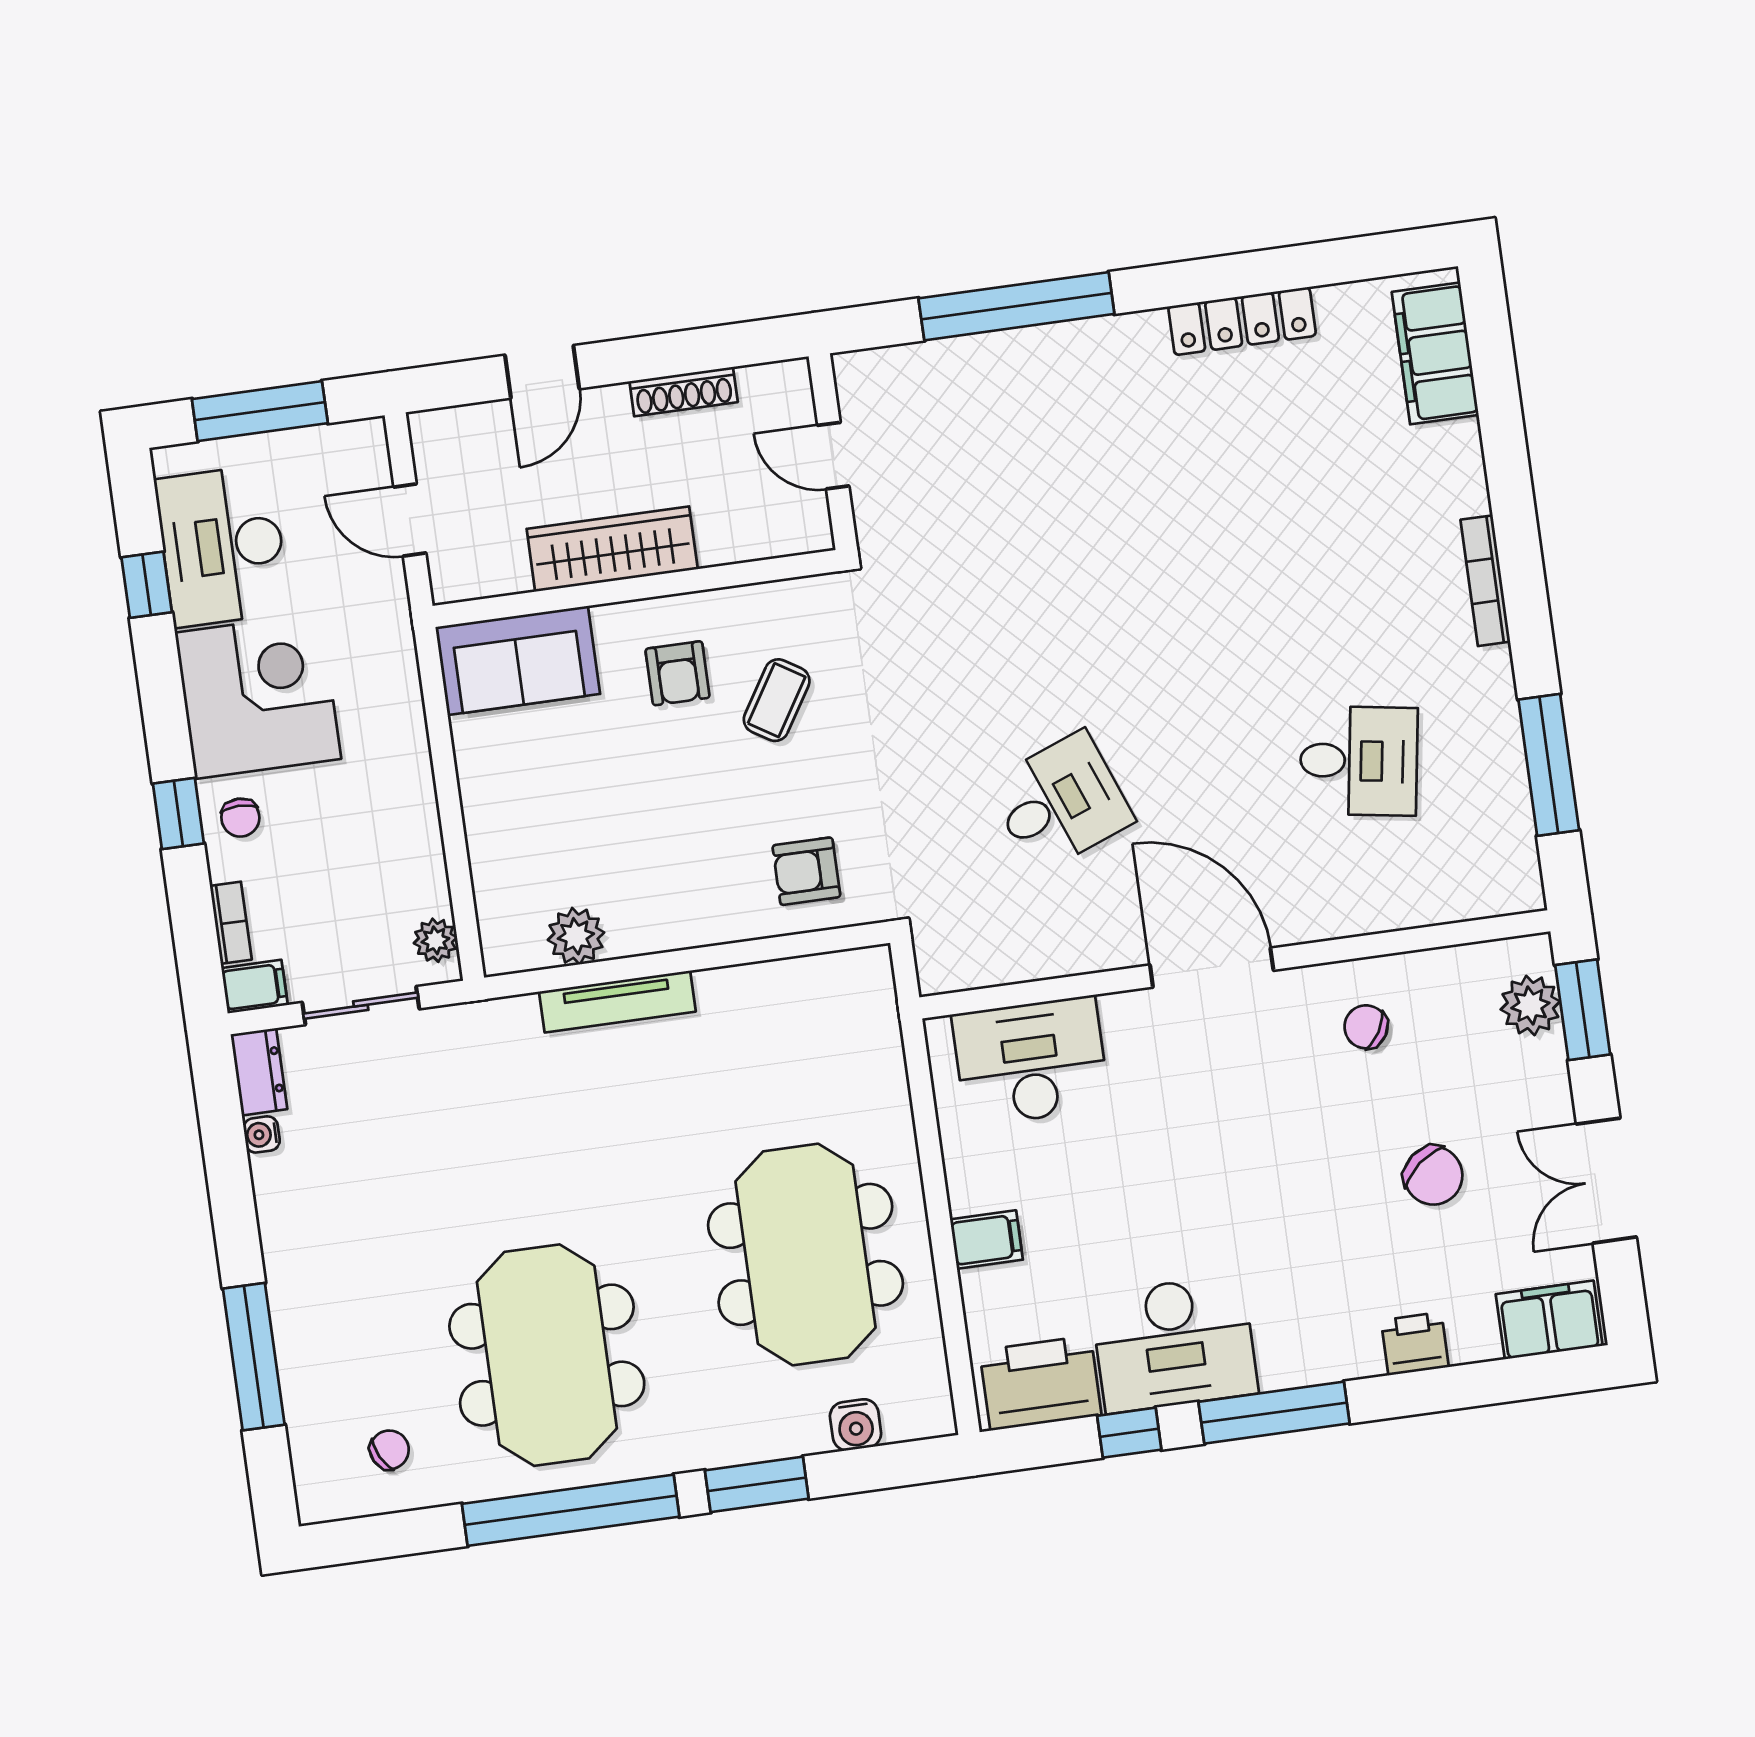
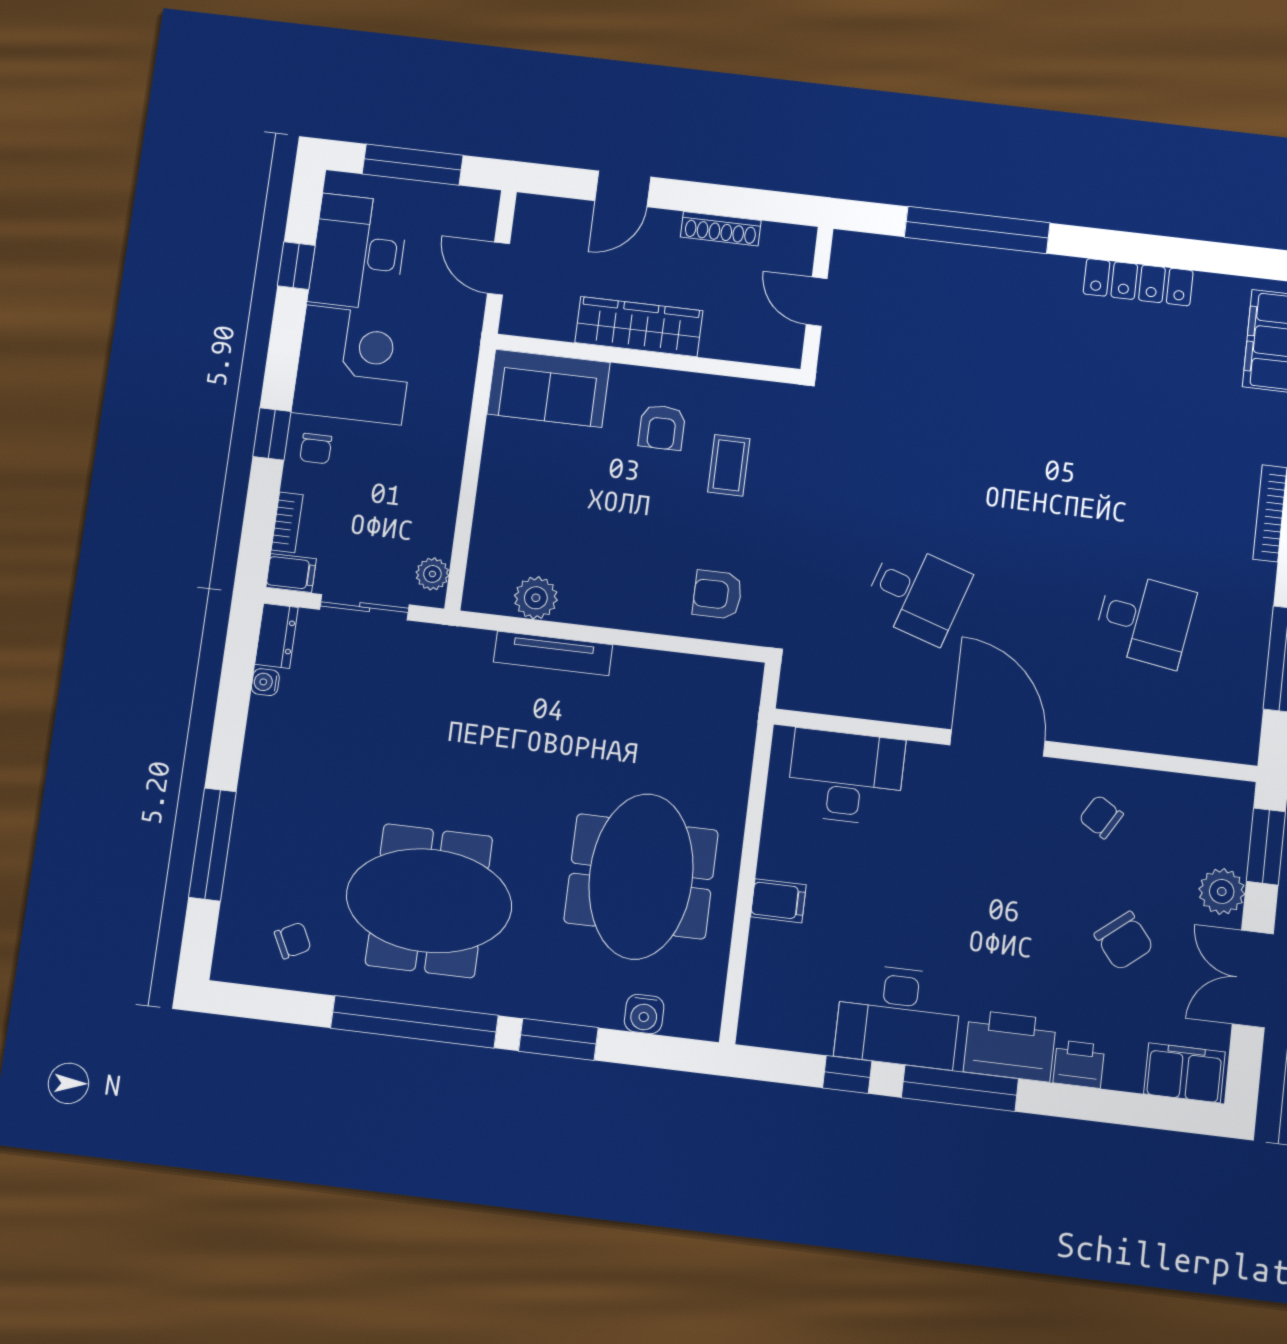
coffee table: (777, 700) -> (729, 465), turned -32
desk: (1060, 802) -> (917, 593), turned 39
plant: (1530, 1005) -> (1222, 891), moved
meeting table: (547, 1355) -> (429, 901), turned 90
printer: (1040, 1383) -> (1010, 1046), moved

